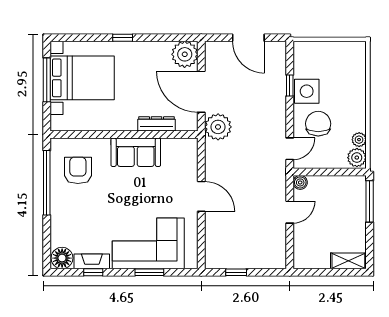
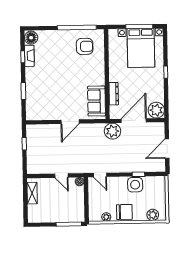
chair: (318, 124) -> (124, 212), moved
sofa: (136, 152) -> (97, 101), moved
plant: (357, 158) -> (153, 215), moved
corner sofa: (148, 243) -> (41, 90), removed
shelving: (348, 261) -> (32, 193), moved

